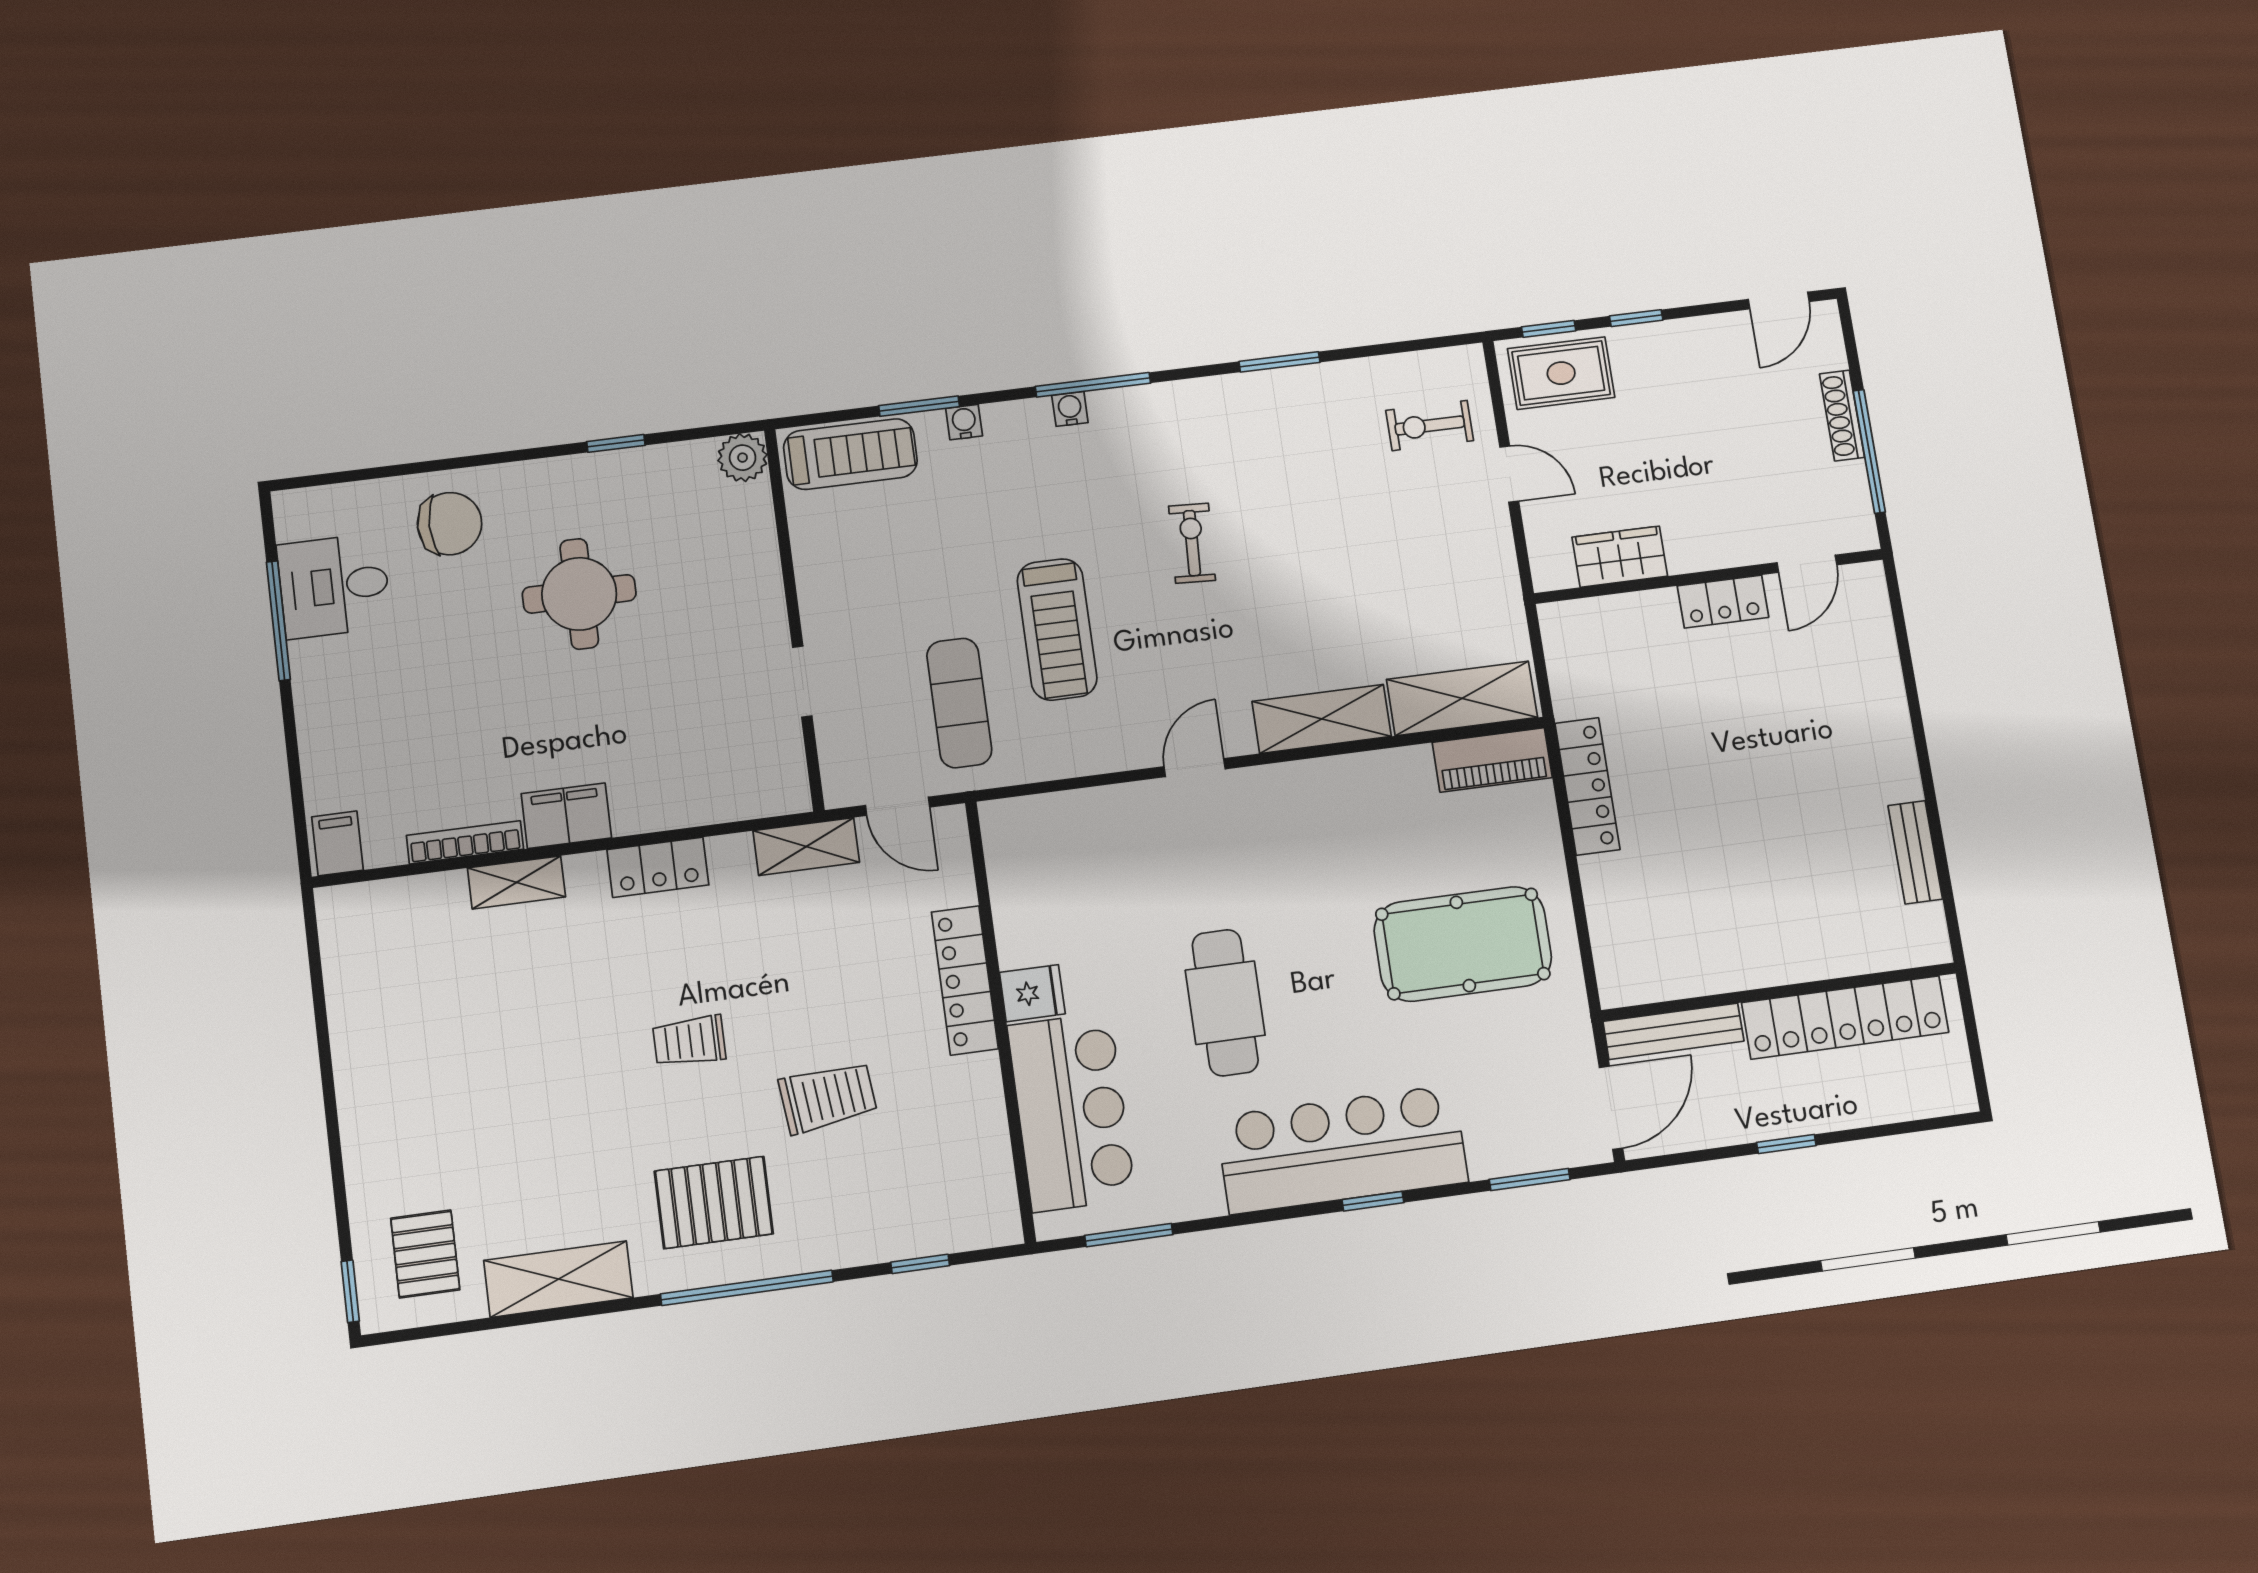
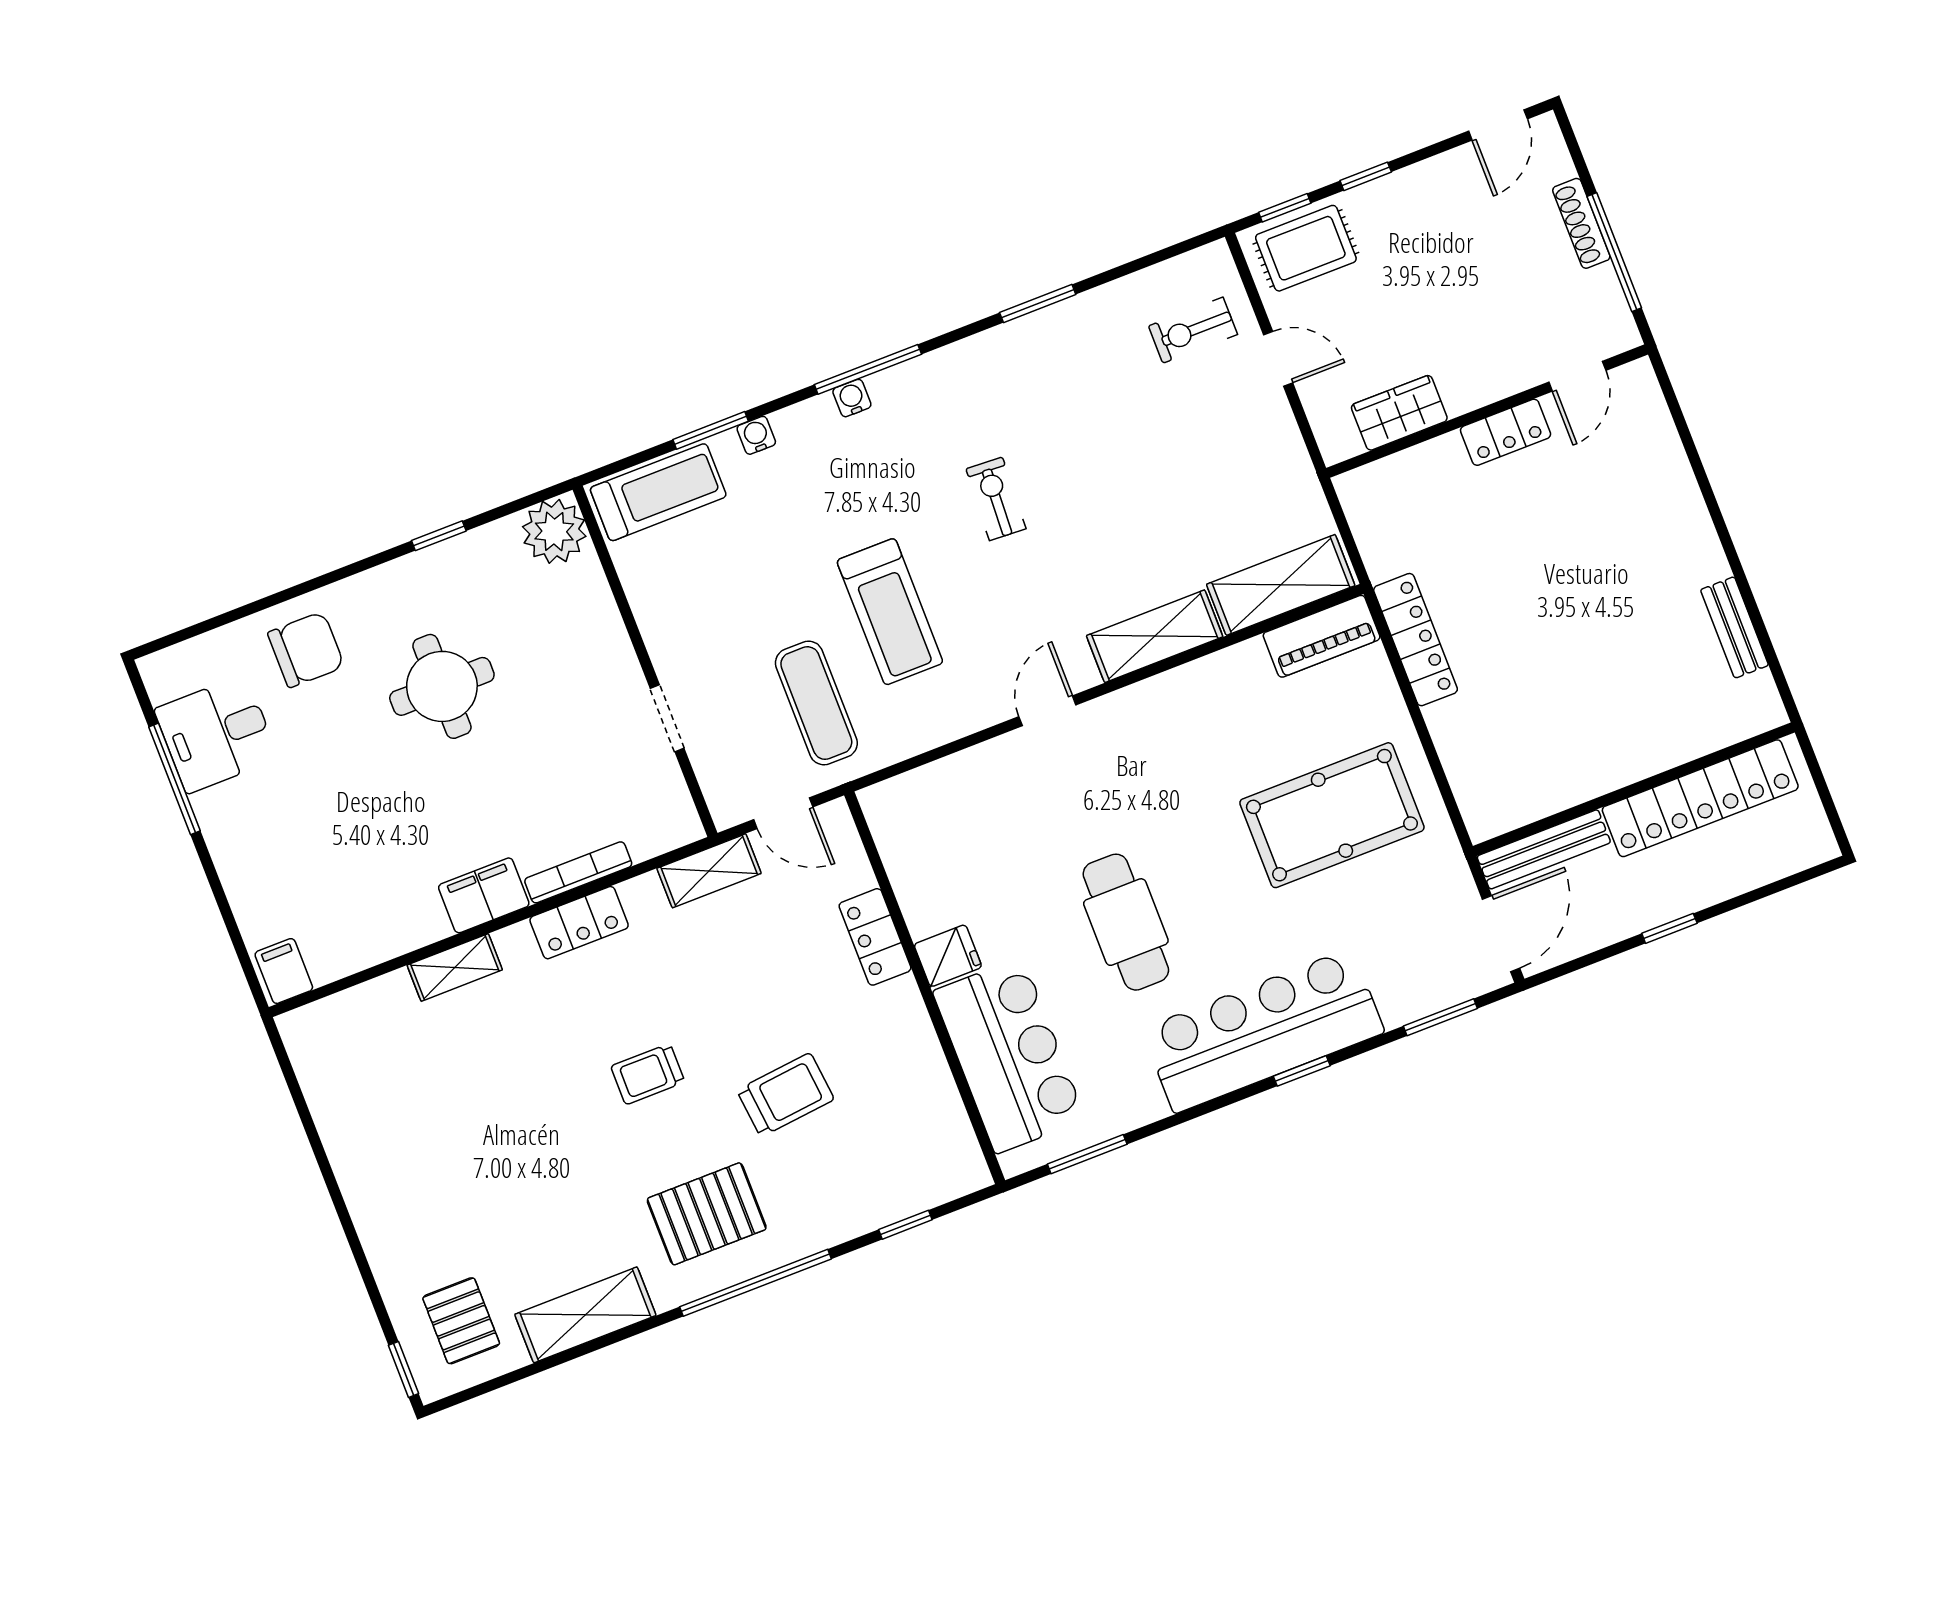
plant: (743, 458) -> (554, 531), width x1.36, depth x1.36
bookcase: (465, 842) -> (578, 872), moved
locker: (965, 980) -> (875, 937), width x0.66

